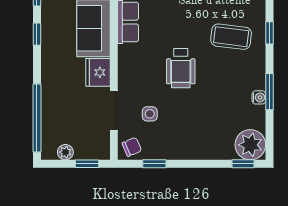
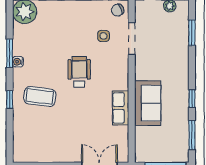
fridge: (98, 72) -> (144, 68), removed
water cooler: (259, 97) -> (18, 62), moved
window: (37, 118) -> (192, 33), width x0.47

